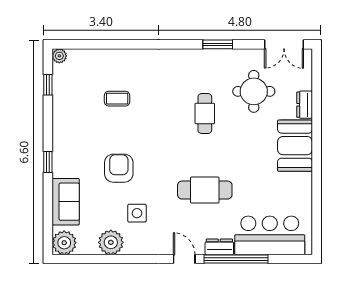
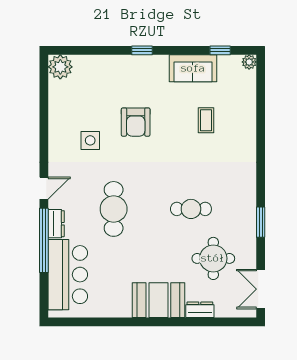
armchair: (119, 168) -> (136, 122), turned 90
sofa: (66, 202) -> (193, 68), moved
plant: (111, 242) -> (61, 114), removed

